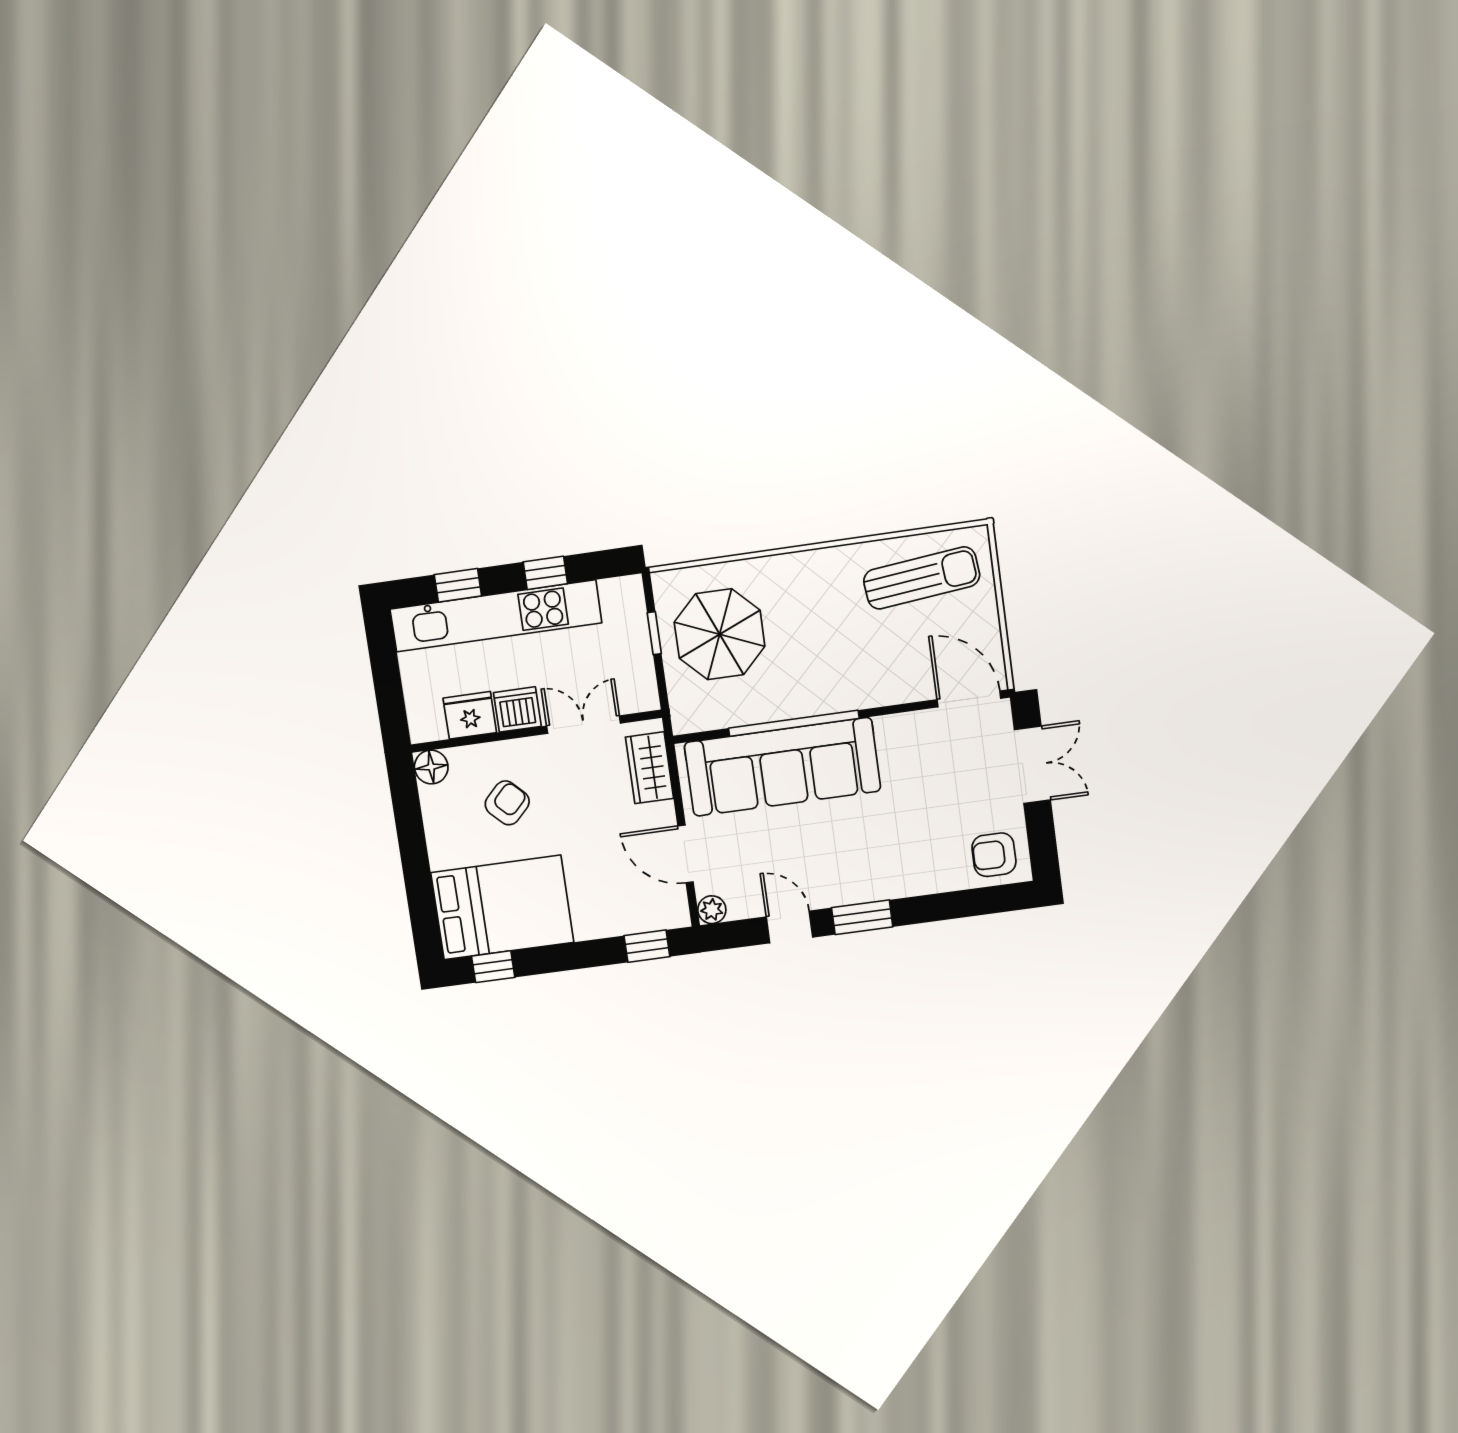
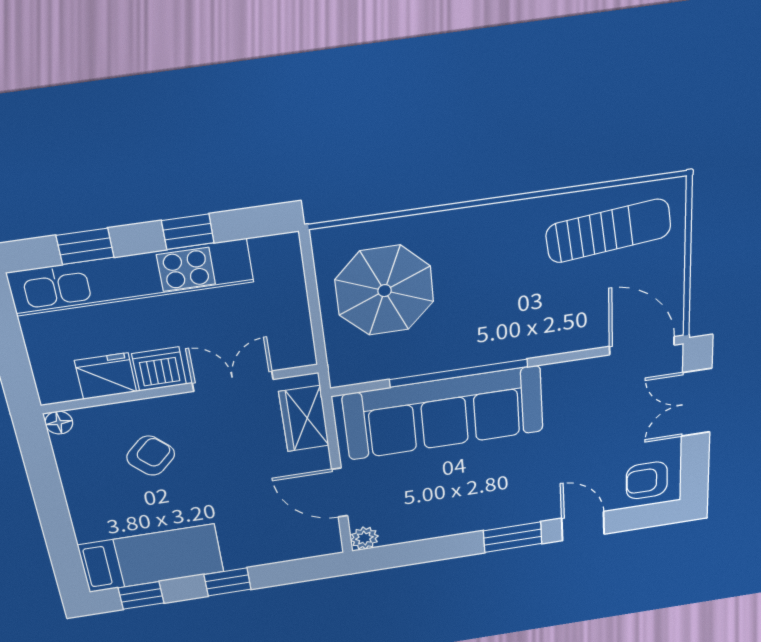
window: (654, 633) -> (312, 291), removed
double door: (1032, 765) -> (696, 403), swing flipped
floor lamp: (431, 767) -> (59, 423), width x0.73, depth x0.73
bed: (502, 907) -> (151, 558), width x0.67
door: (789, 927) -> (583, 526), moved
window: (647, 946) -> (228, 582), moved

